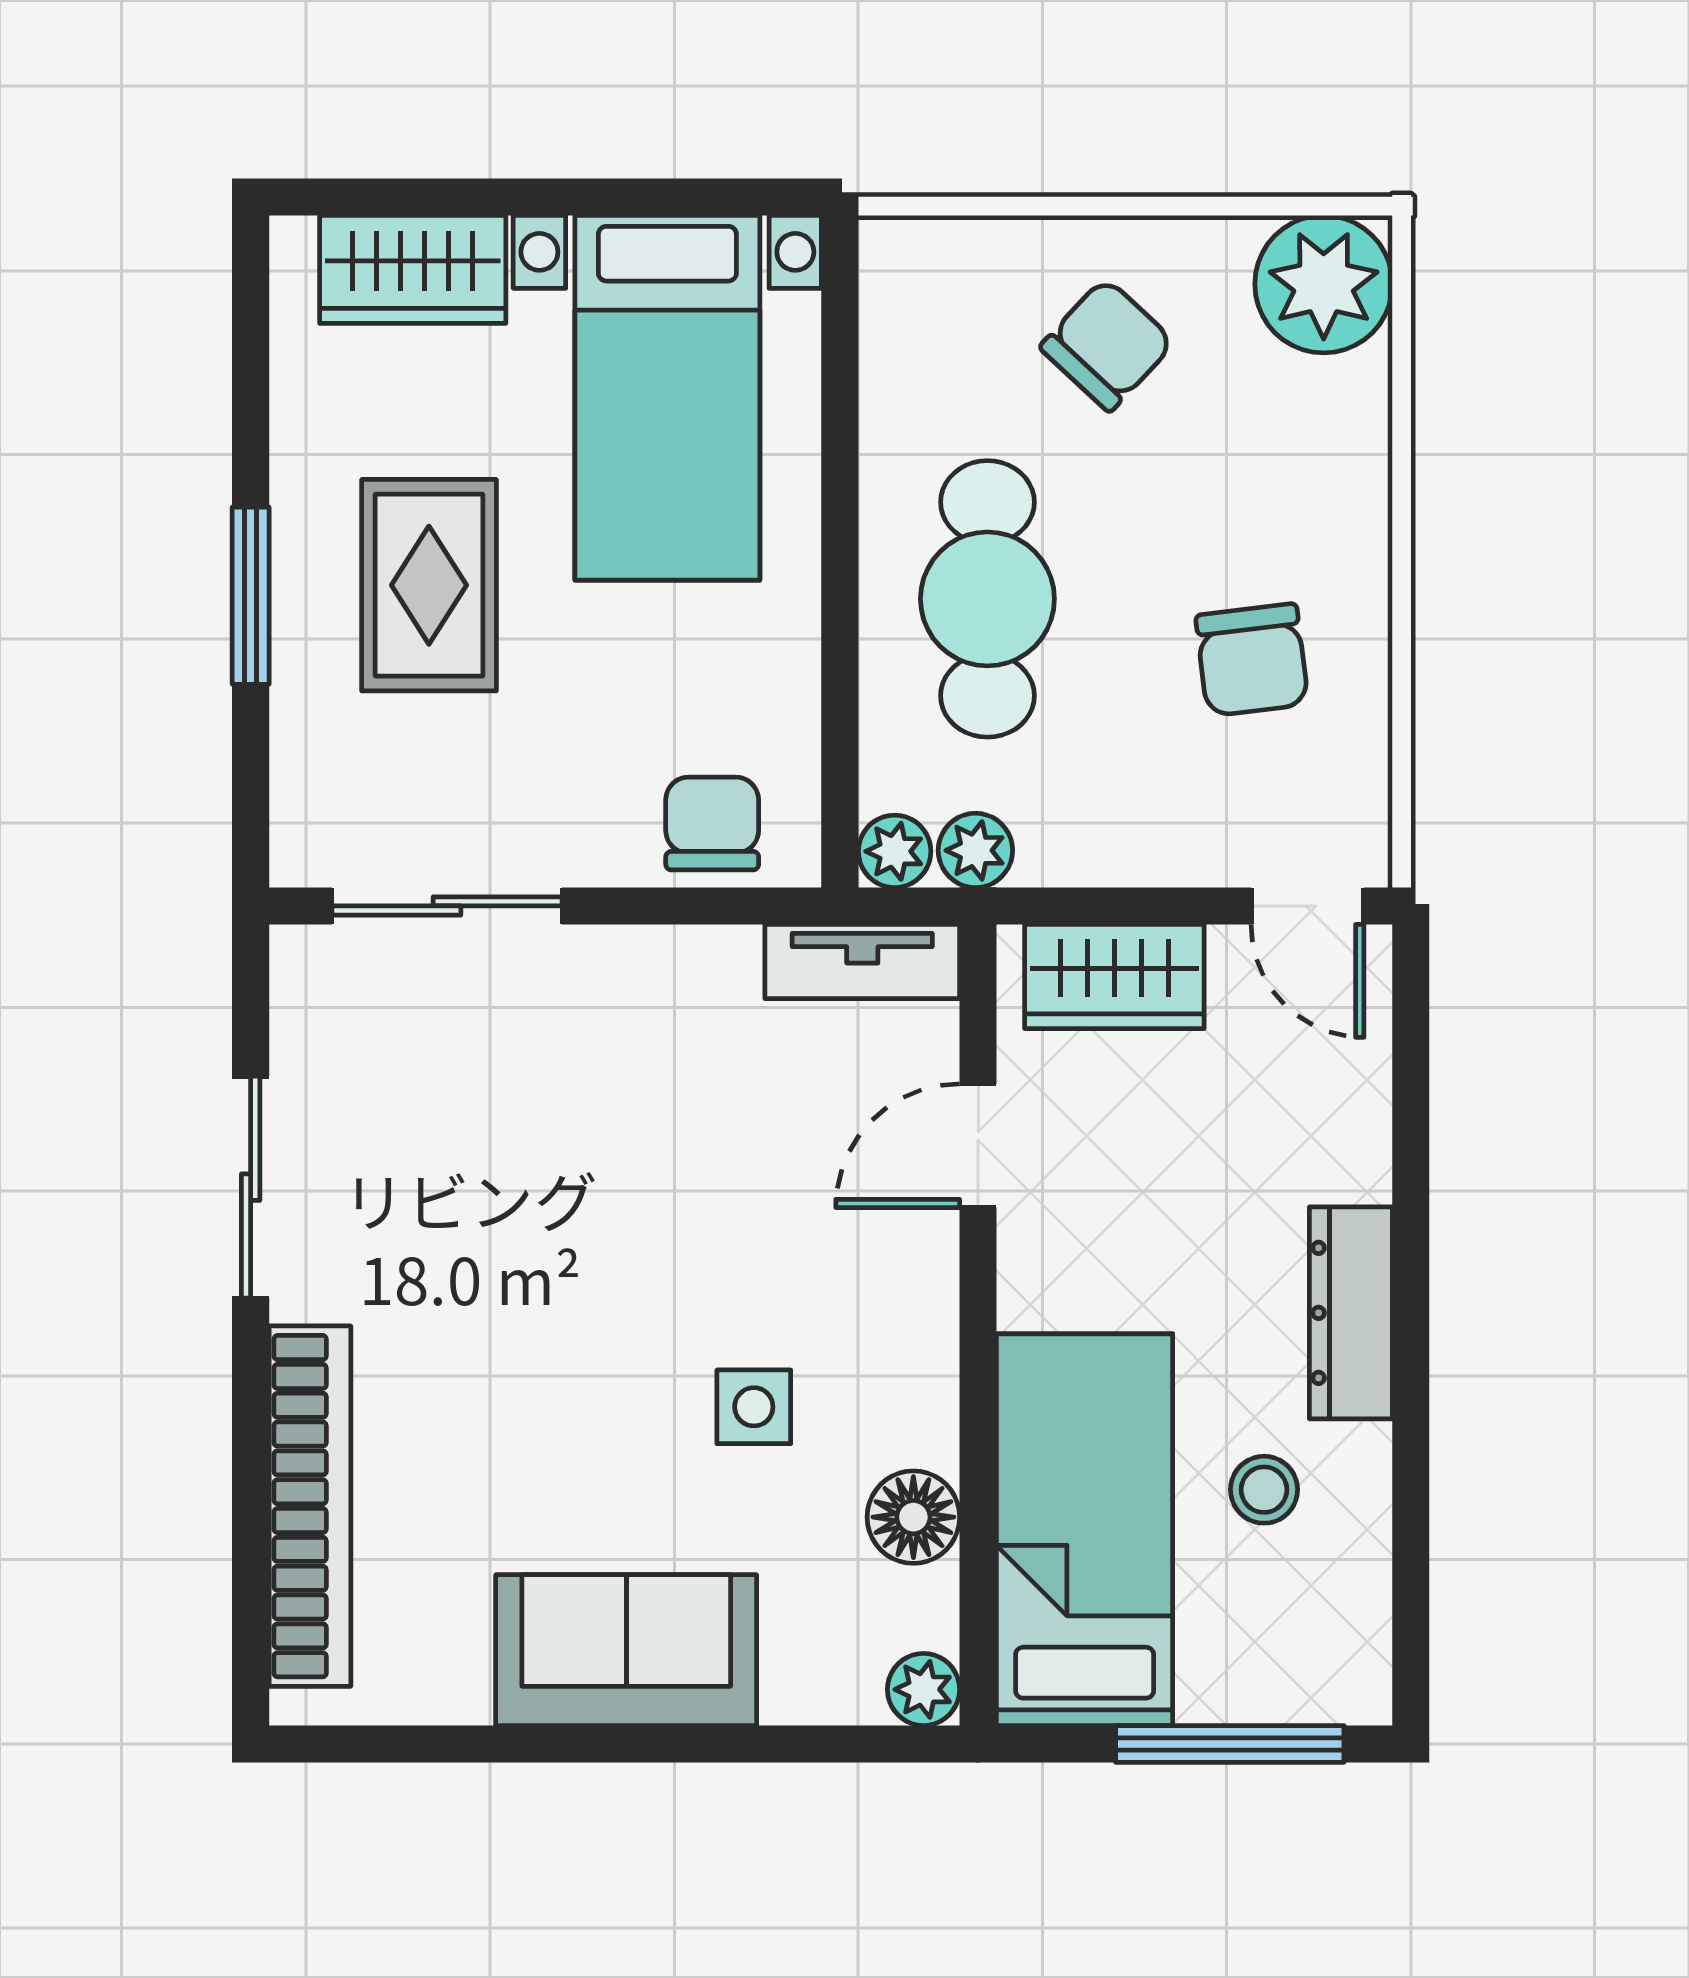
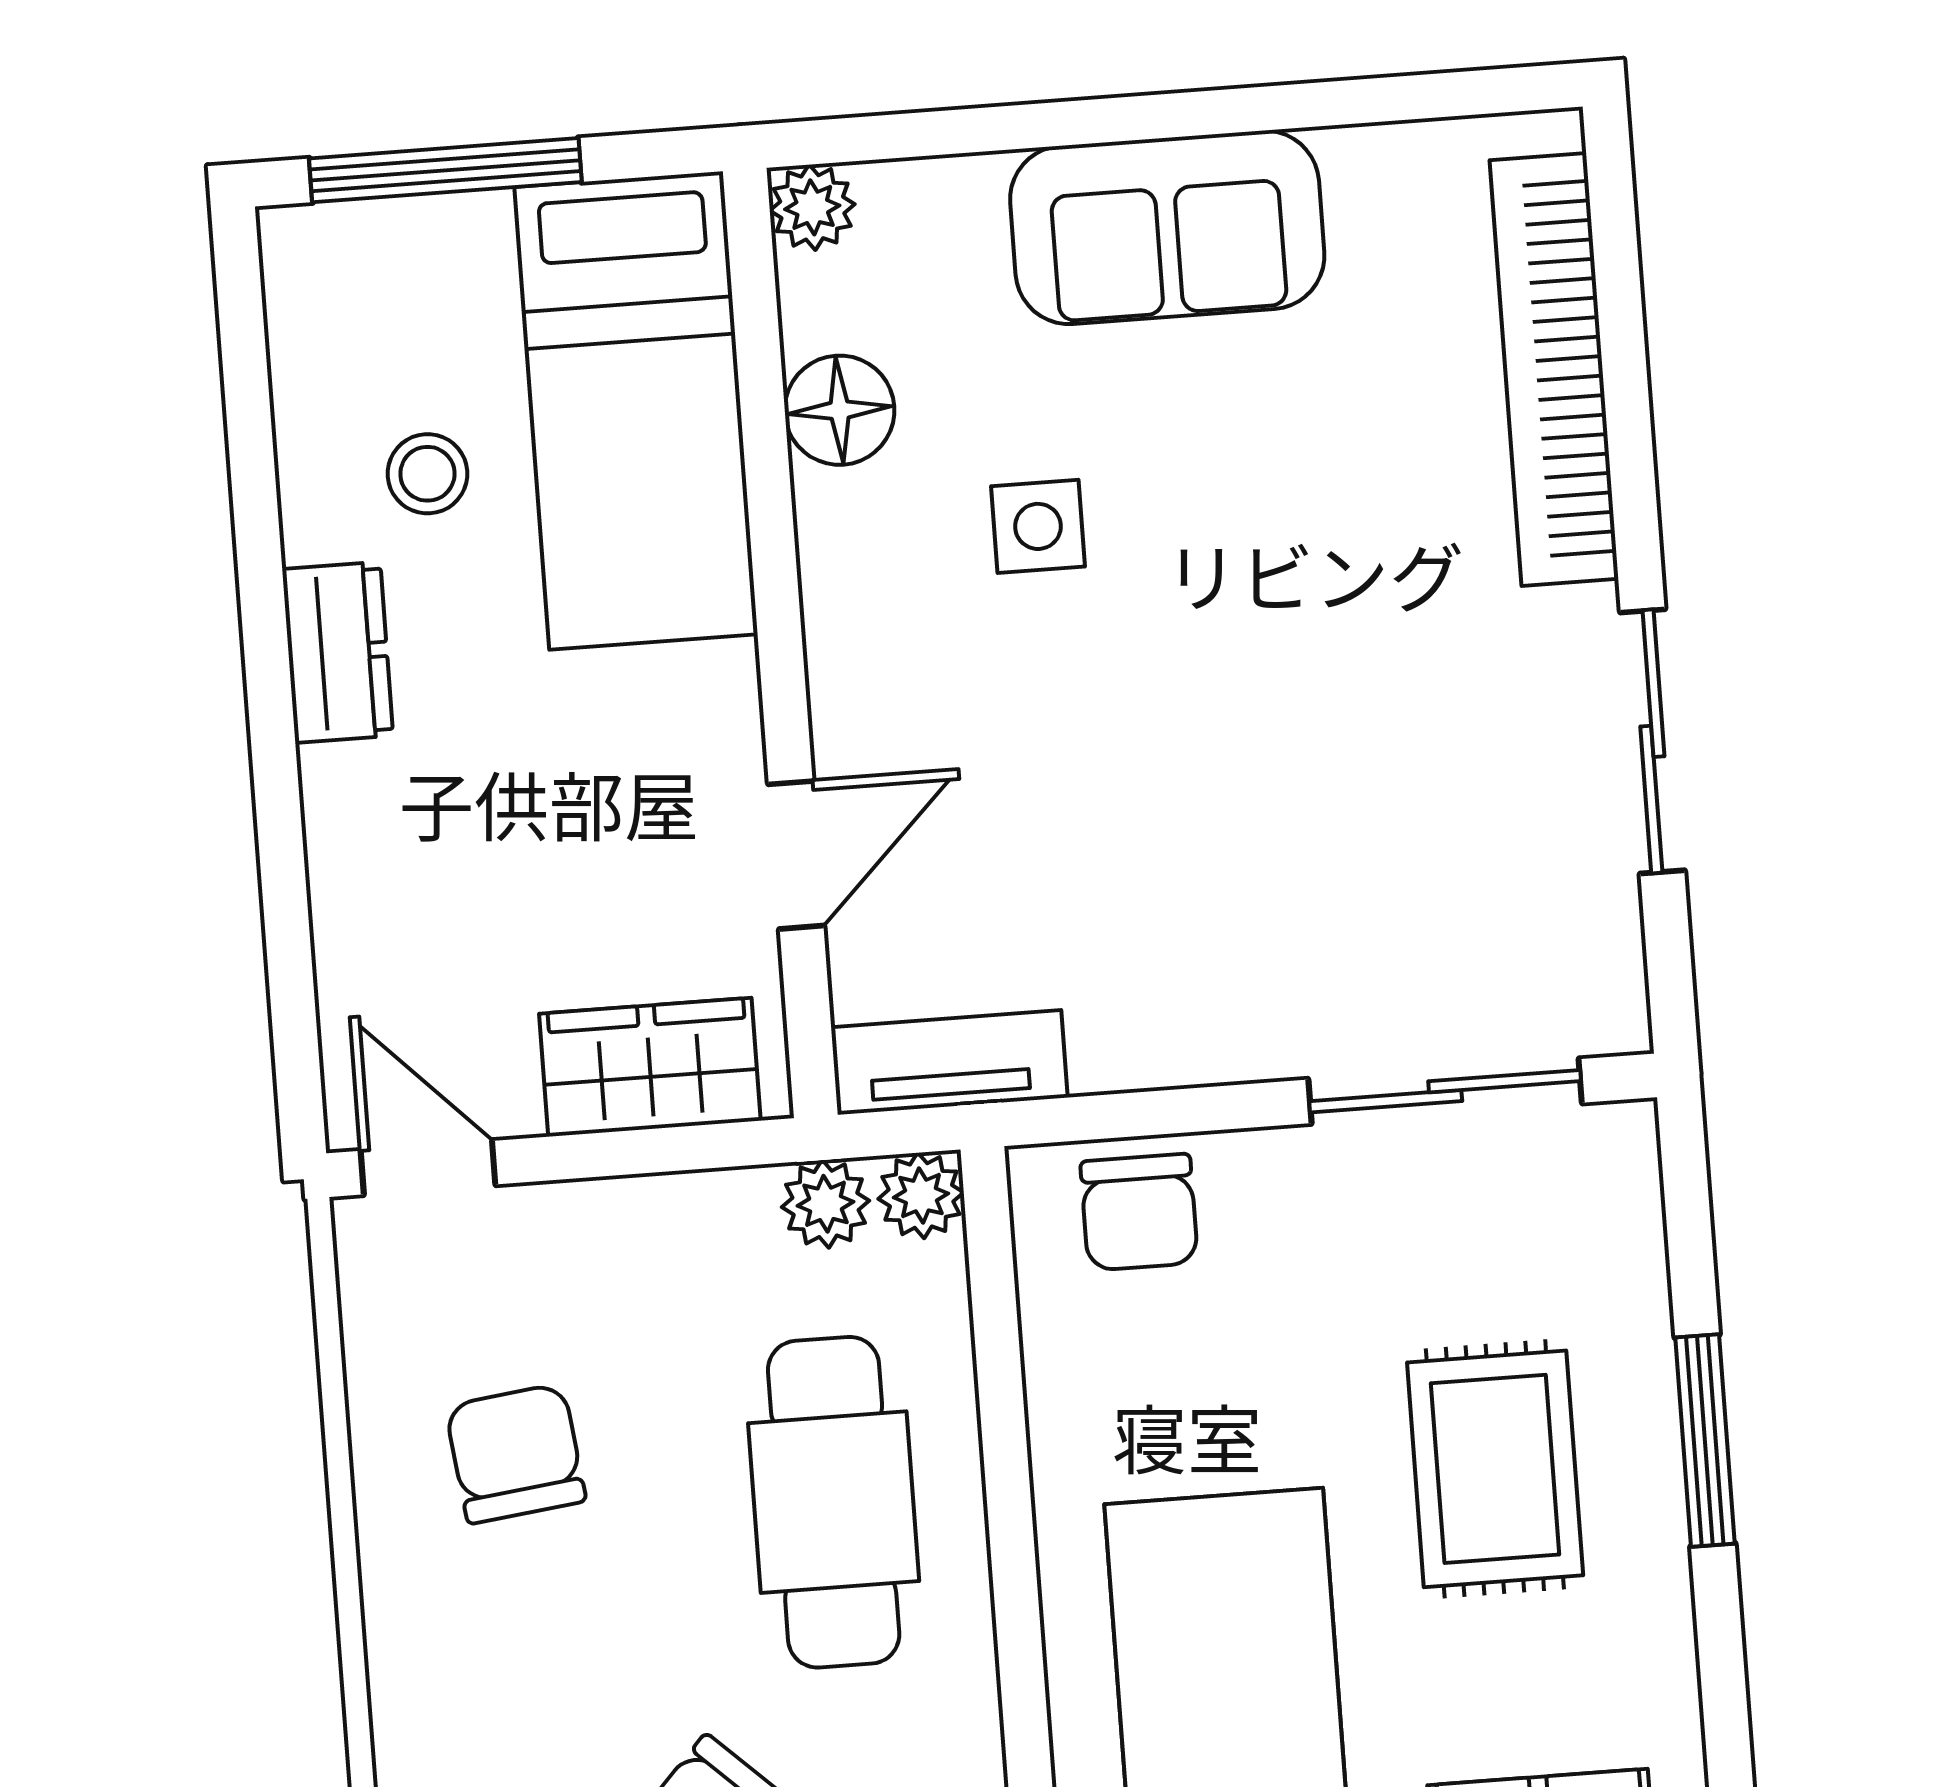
dresser: (1351, 1313) -> (338, 652), width x0.70

